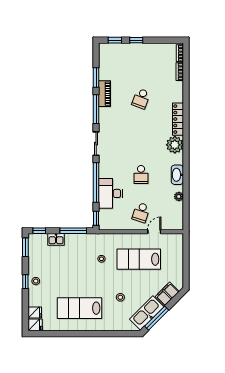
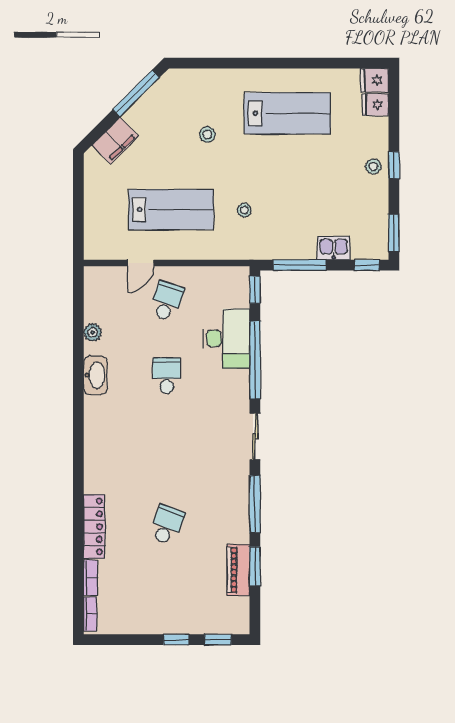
piano: (105, 94) -> (238, 570), moved
locker: (178, 119) -> (94, 527), moved
plant: (175, 145) -> (100, 434), removed
kitchen sink: (147, 313) -> (155, 104), removed

